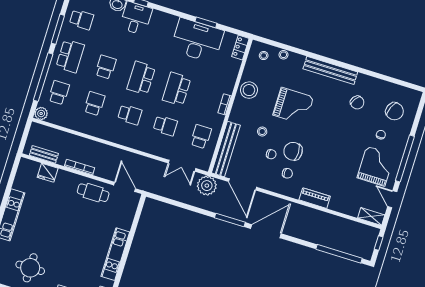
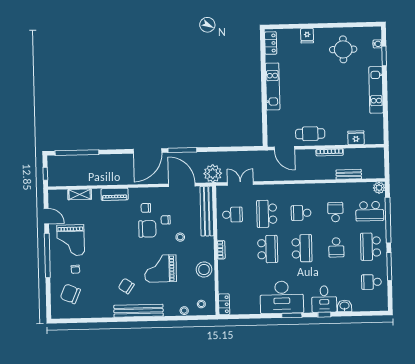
window: (206, 22) -> (292, 315), moved
desk: (197, 40) -> (282, 297), moved
school desk: (59, 93) -> (370, 211), width x1.85
chair: (357, 103) -> (126, 286), moved
school desk: (94, 104) -> (335, 212), turned 180
school desk: (165, 126) -> (267, 214), width x1.85
school desk: (201, 137) -> (232, 215), turned -90
bench: (44, 154) -> (349, 174), moved
shelving: (371, 216) -> (80, 194), moved

